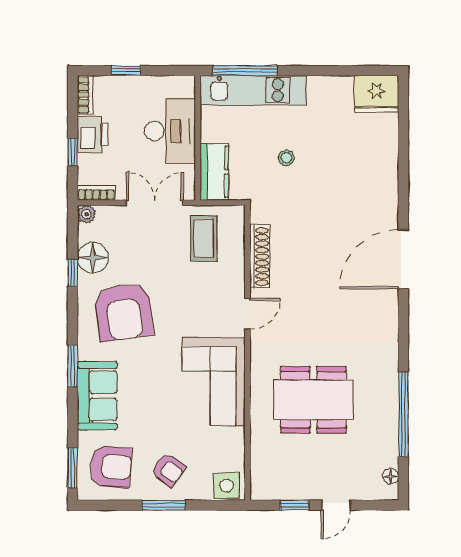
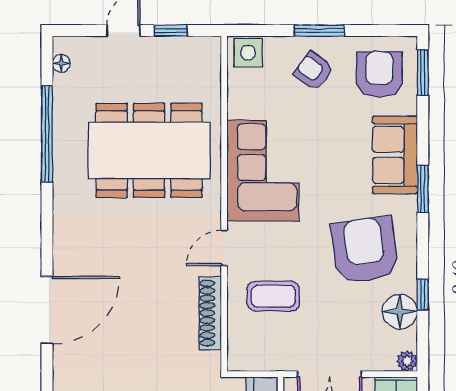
coffee table: (204, 238) -> (273, 296), moved, turned 90
dining table: (313, 400) -> (149, 150), width x1.36, depth x1.24
armchair: (111, 466) -> (379, 74), turned 85

